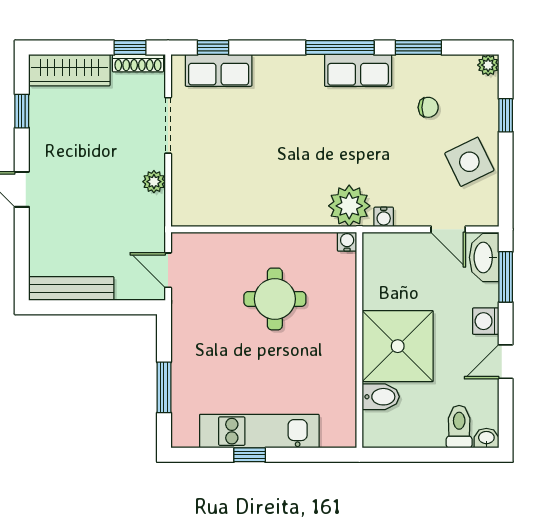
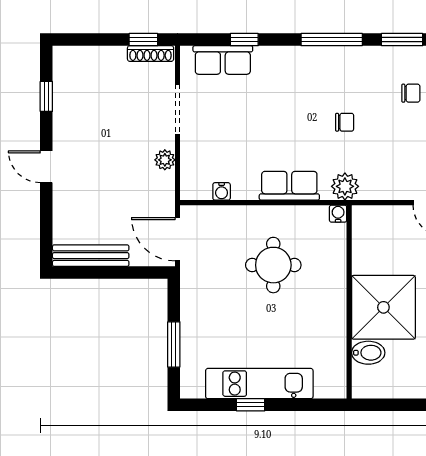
window: (213, 48) -> (244, 40), moved
wardrobe: (69, 70) -> (89, 60), removed
row of seats: (358, 70) -> (289, 186), moved, turned 180
chair: (354, 140) -> (345, 122), added
plant: (349, 206) -> (345, 186), width x0.73, depth x0.73
water cooler: (384, 217) -> (222, 191), moved
door: (168, 270) -> (178, 239), width x1.38

